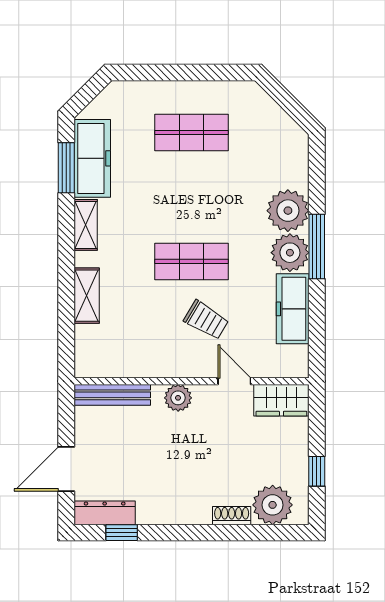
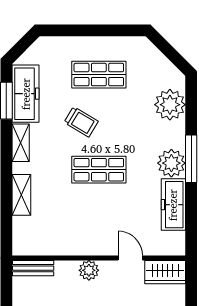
plant: (288, 211) -> (170, 105), moved
trolley: (206, 320) -> (81, 122), moved
bench: (112, 395) -> (33, 268), width x0.73

